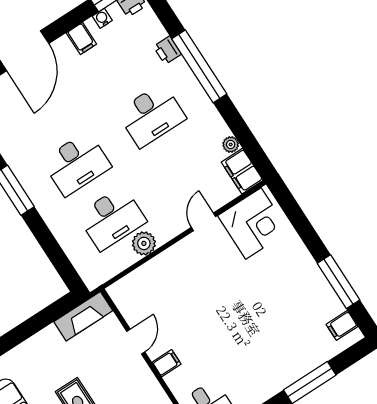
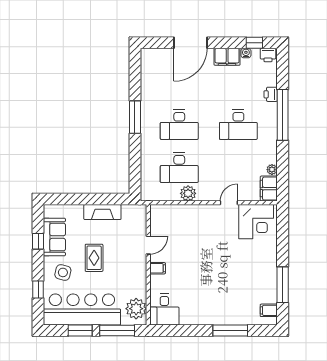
filing cabinet: (81, 39) -> (227, 57), width x2.00
fireplace: (83, 316) -> (102, 212), moved

